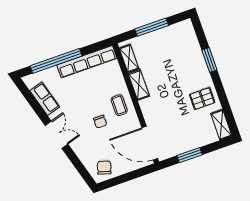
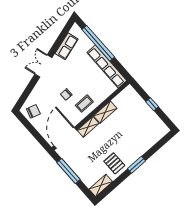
window: (152, 27) -> (152, 104), width x0.46
shelving: (129, 58) -> (88, 127), moved
window: (209, 60) -> (137, 165), moved
double door: (56, 135) -> (43, 66), swing flipped
window: (190, 155) -> (68, 171), width x1.44

